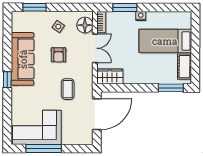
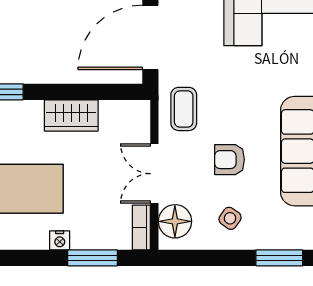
armchair: (58, 55) -> (230, 160), turned -90
wardrobe: (110, 76) -> (71, 115), moved
coffee table: (68, 89) -> (184, 109), moved

